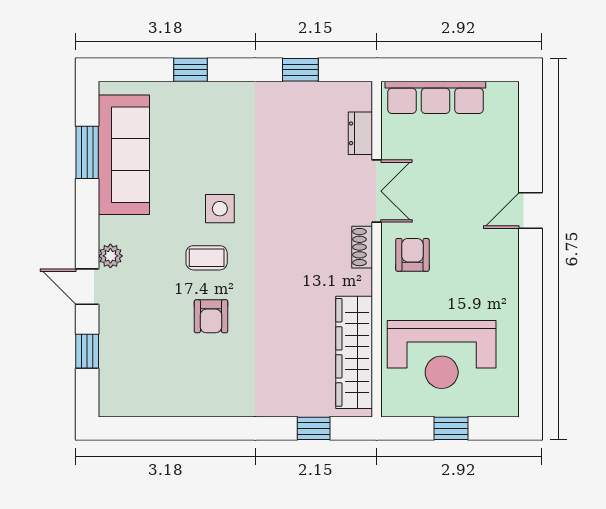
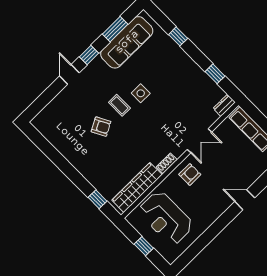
dresser: (360, 133) -> (224, 105), moved
shoe rack: (362, 247) -> (167, 163), moved
plant: (110, 256) -> (88, 72), removed
armchair: (211, 316) -> (101, 127), turned -118
window: (87, 351) -> (89, 55), moved

